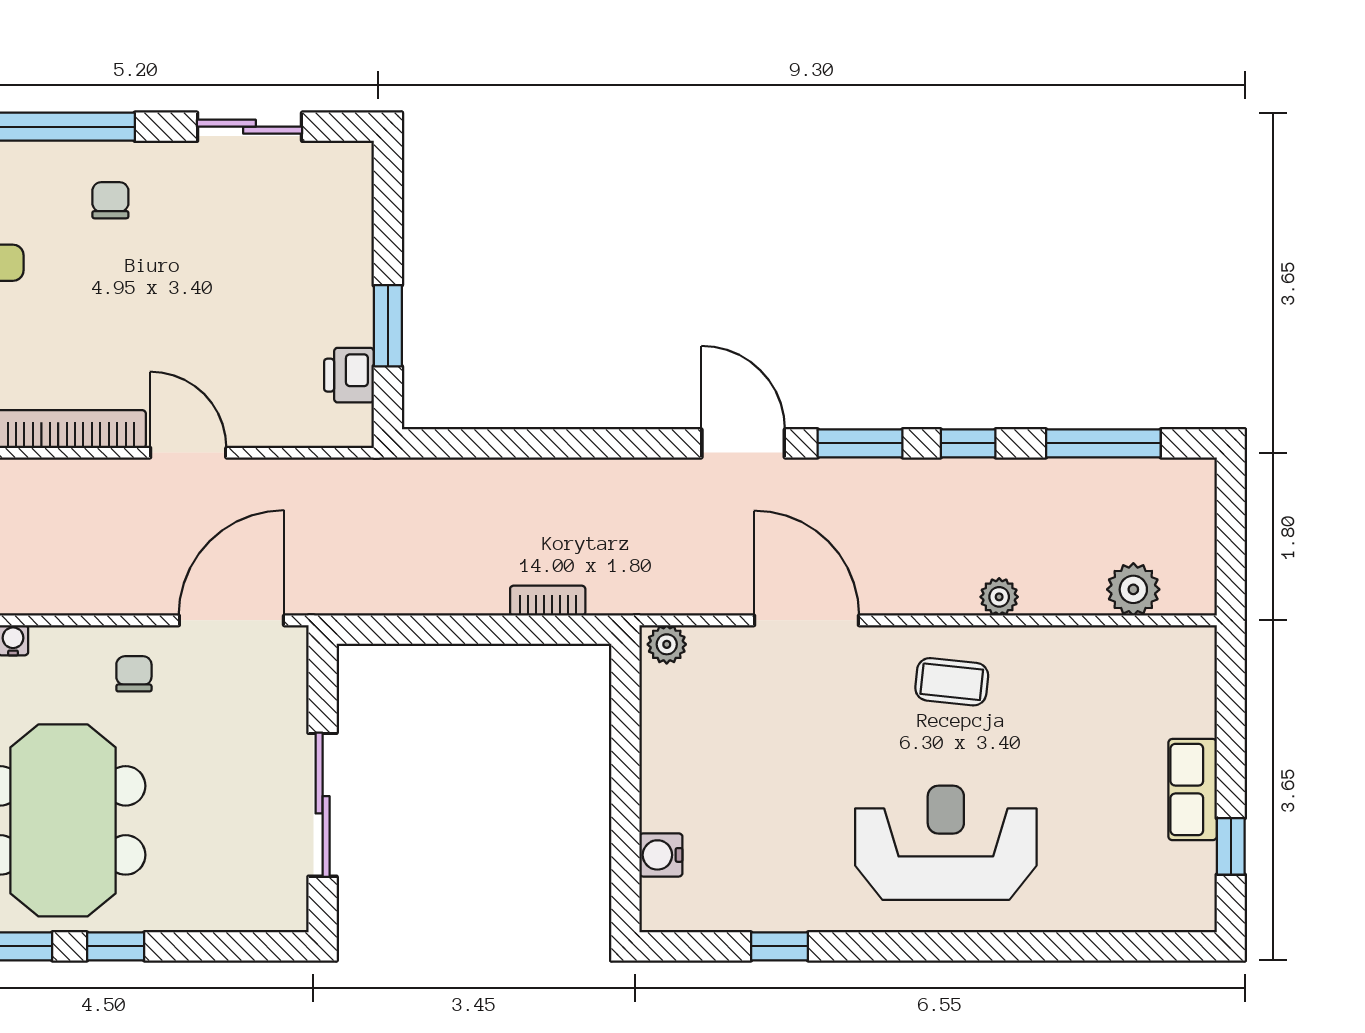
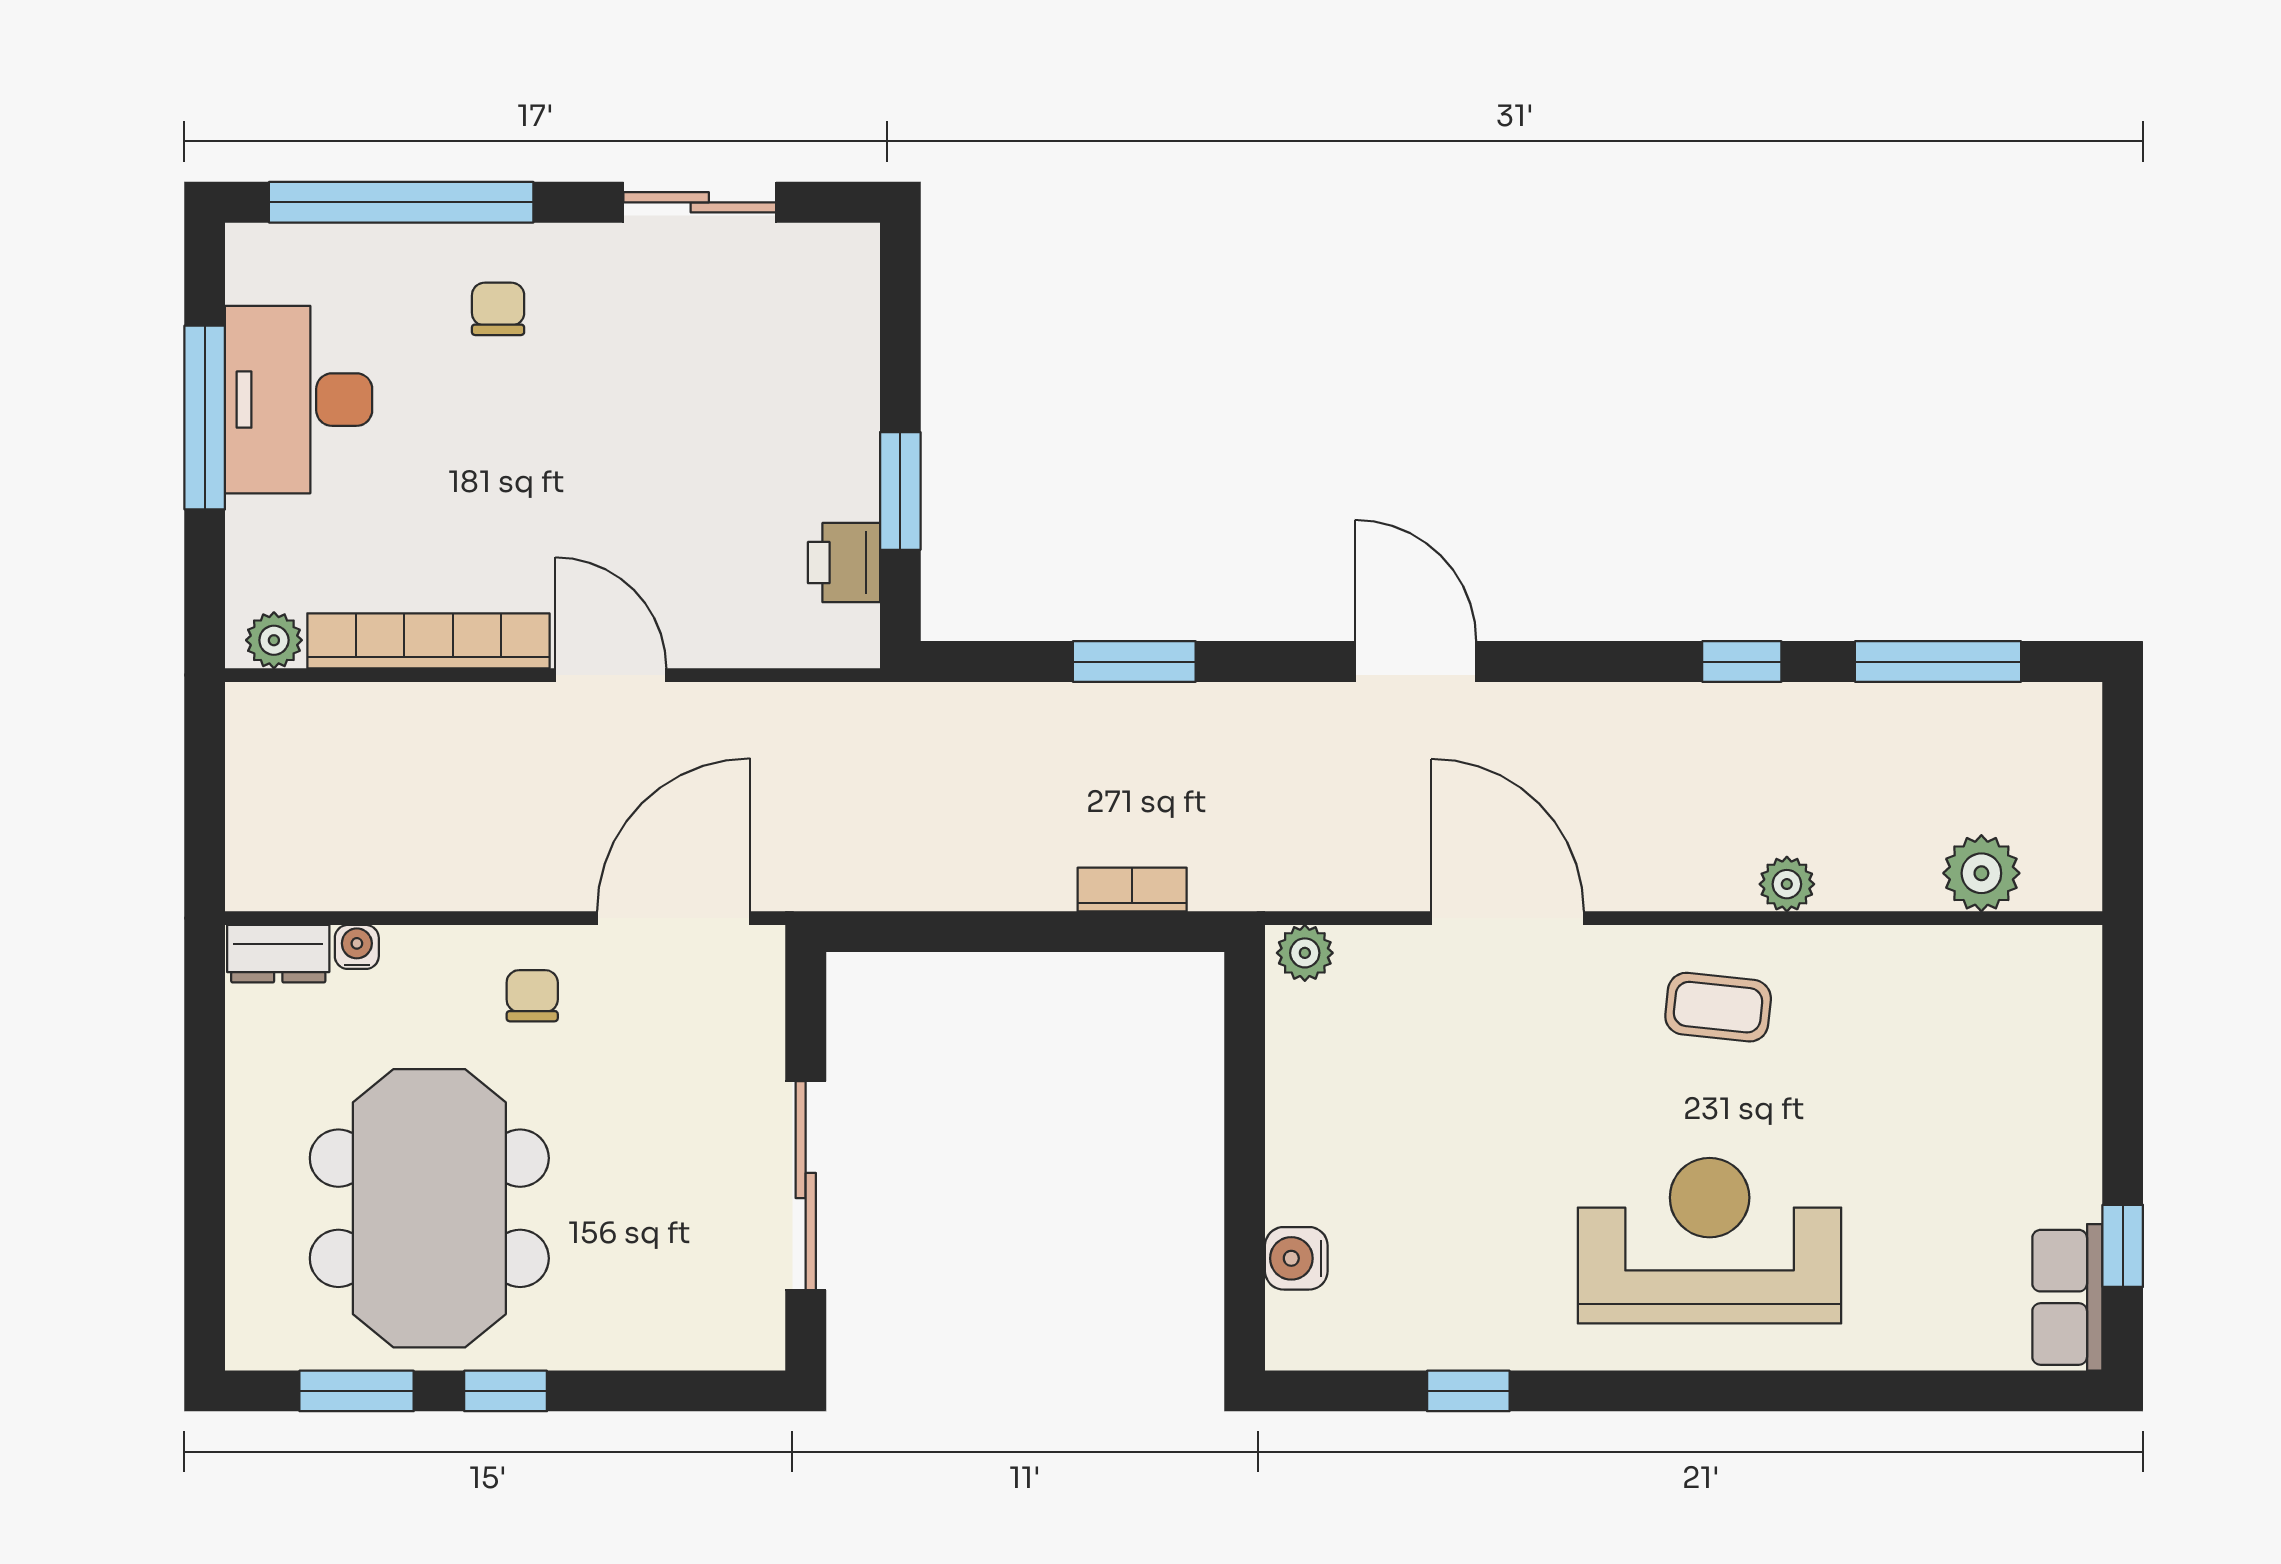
window: (860, 443) -> (1134, 662), moved
row of seats: (1193, 790) -> (2067, 1297), moved

